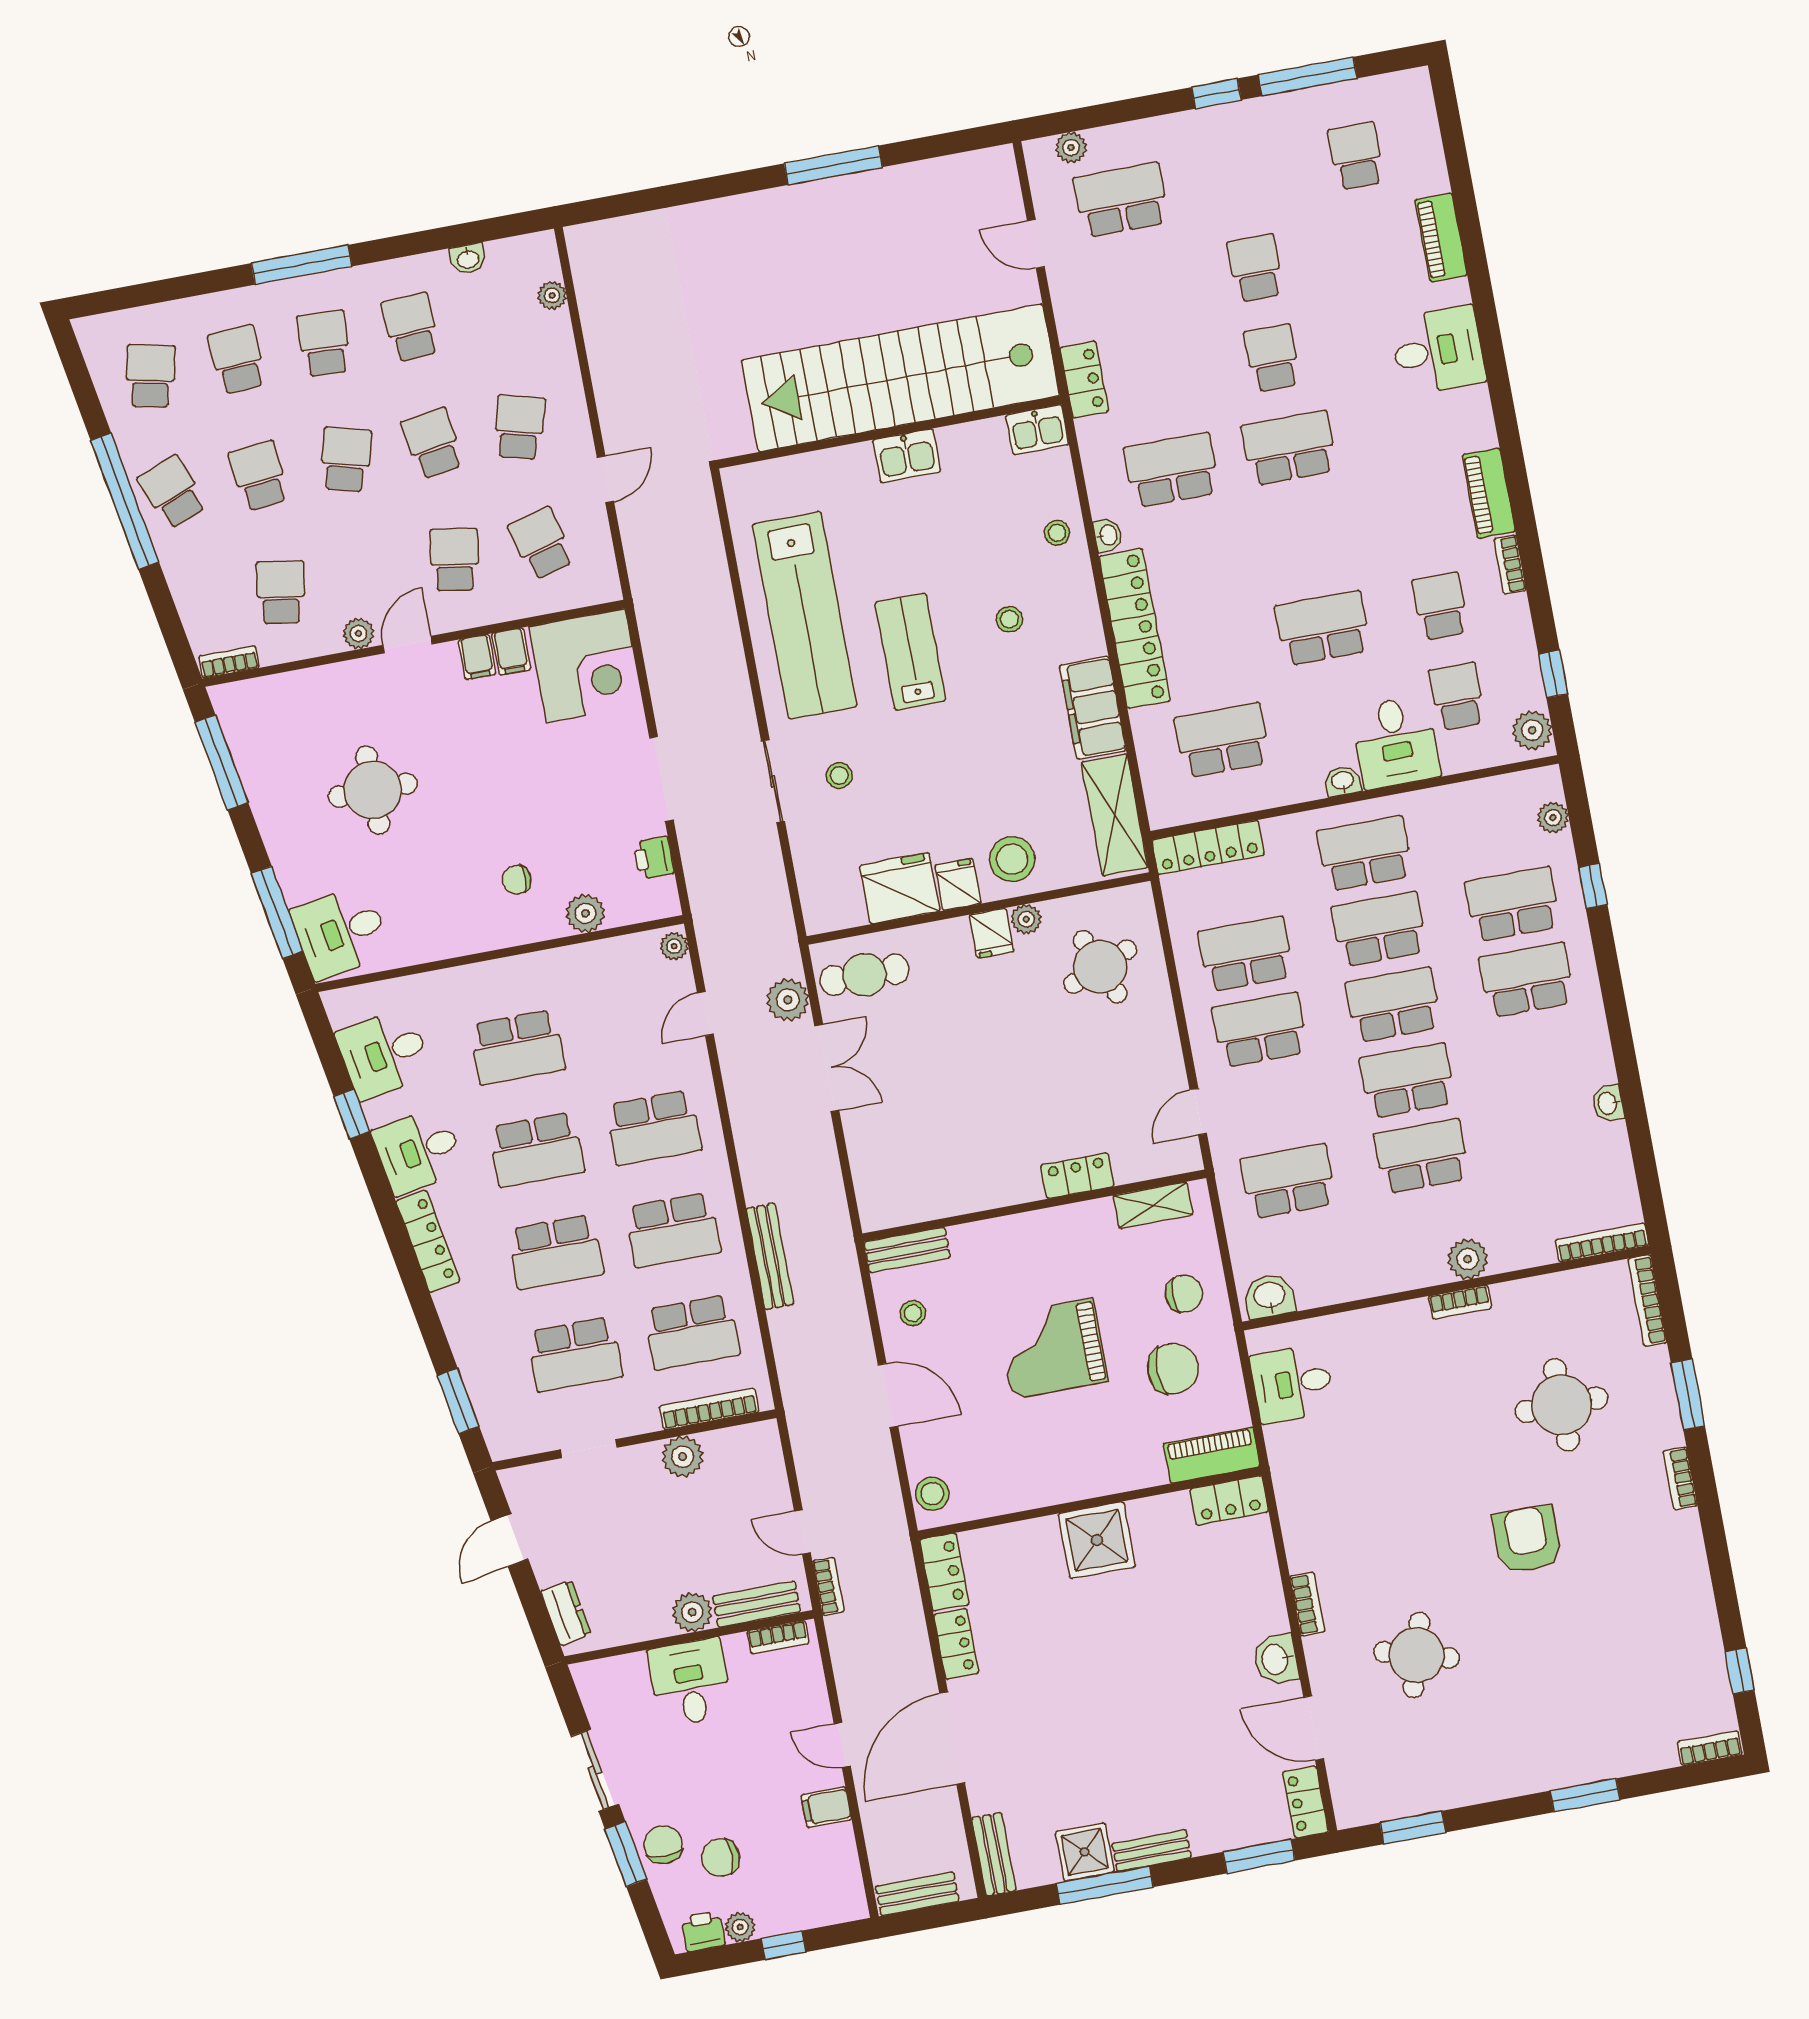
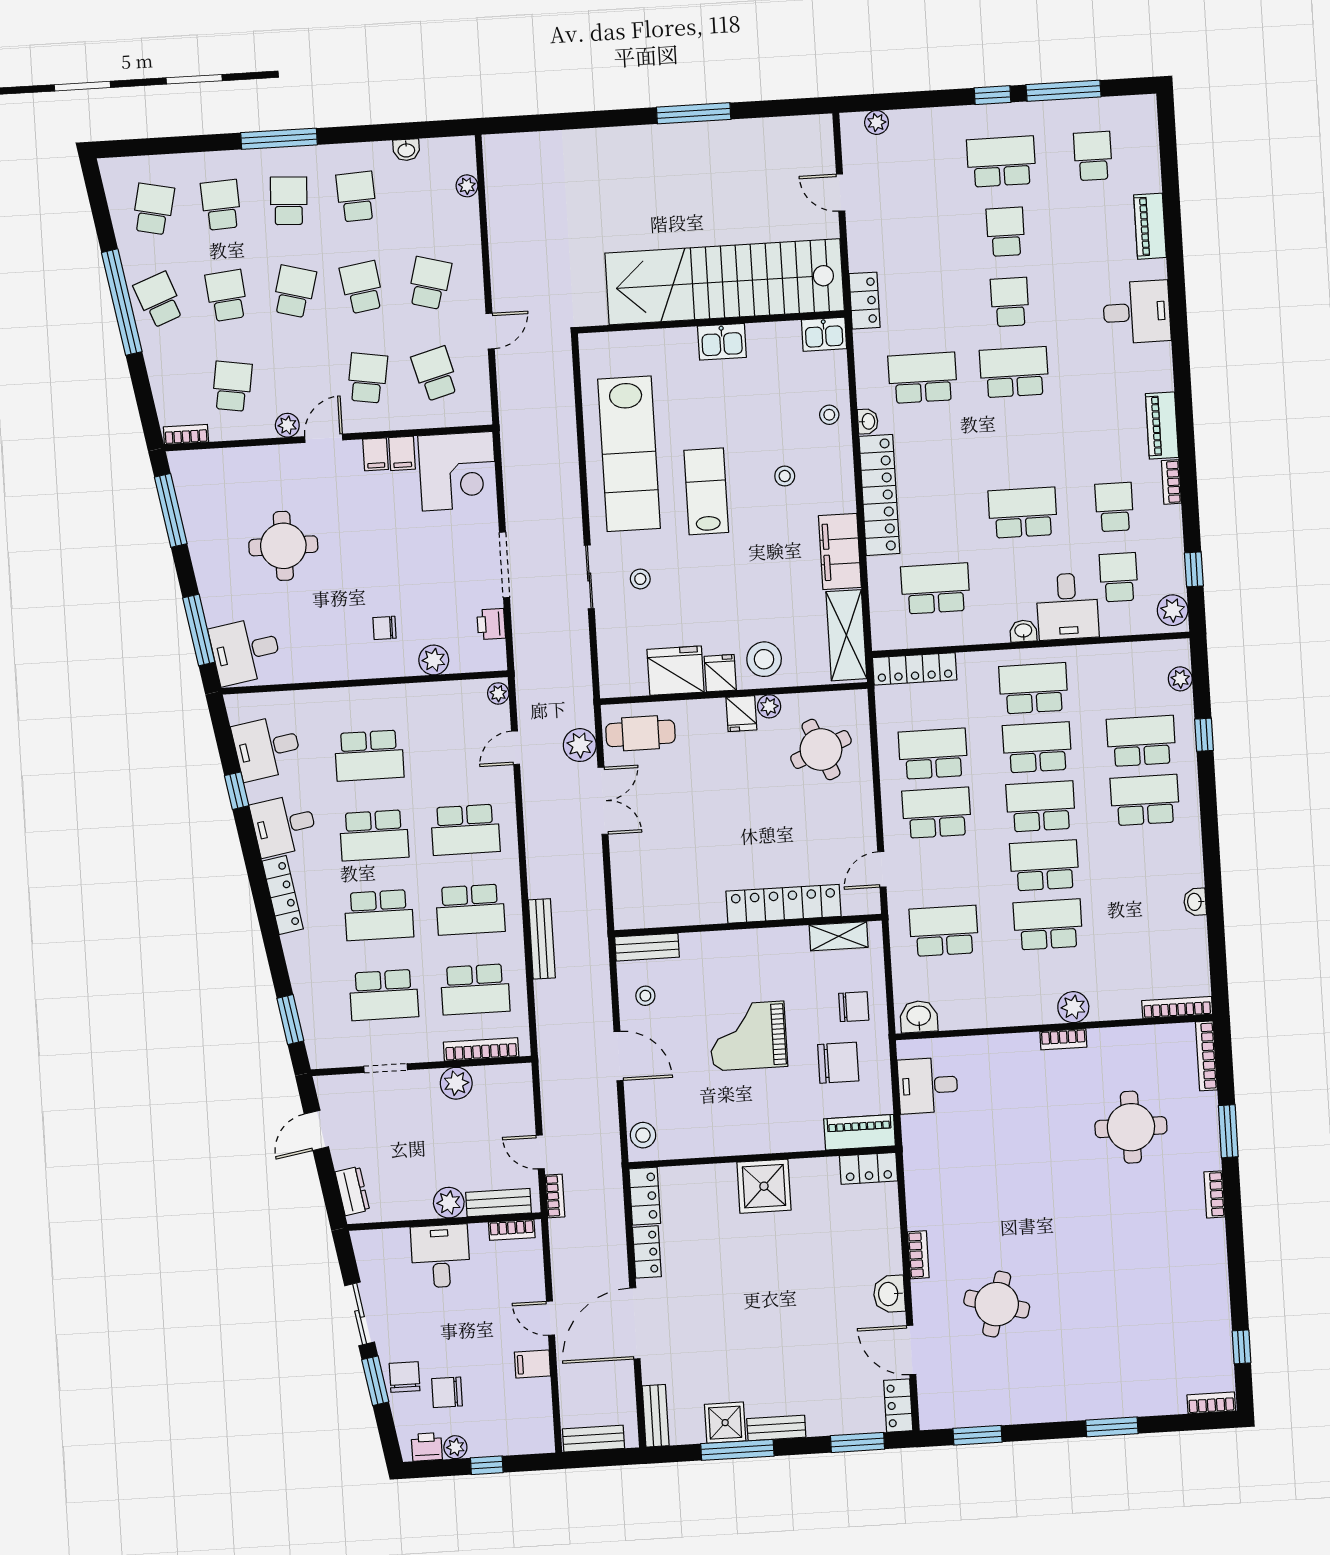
school desk: (1121, 200) -> (1001, 162), moved
locker: (1077, 1176) -> (783, 904), width x2.16, depth x1.21
armchair: (1527, 1540) -> (1092, 1227), removed

